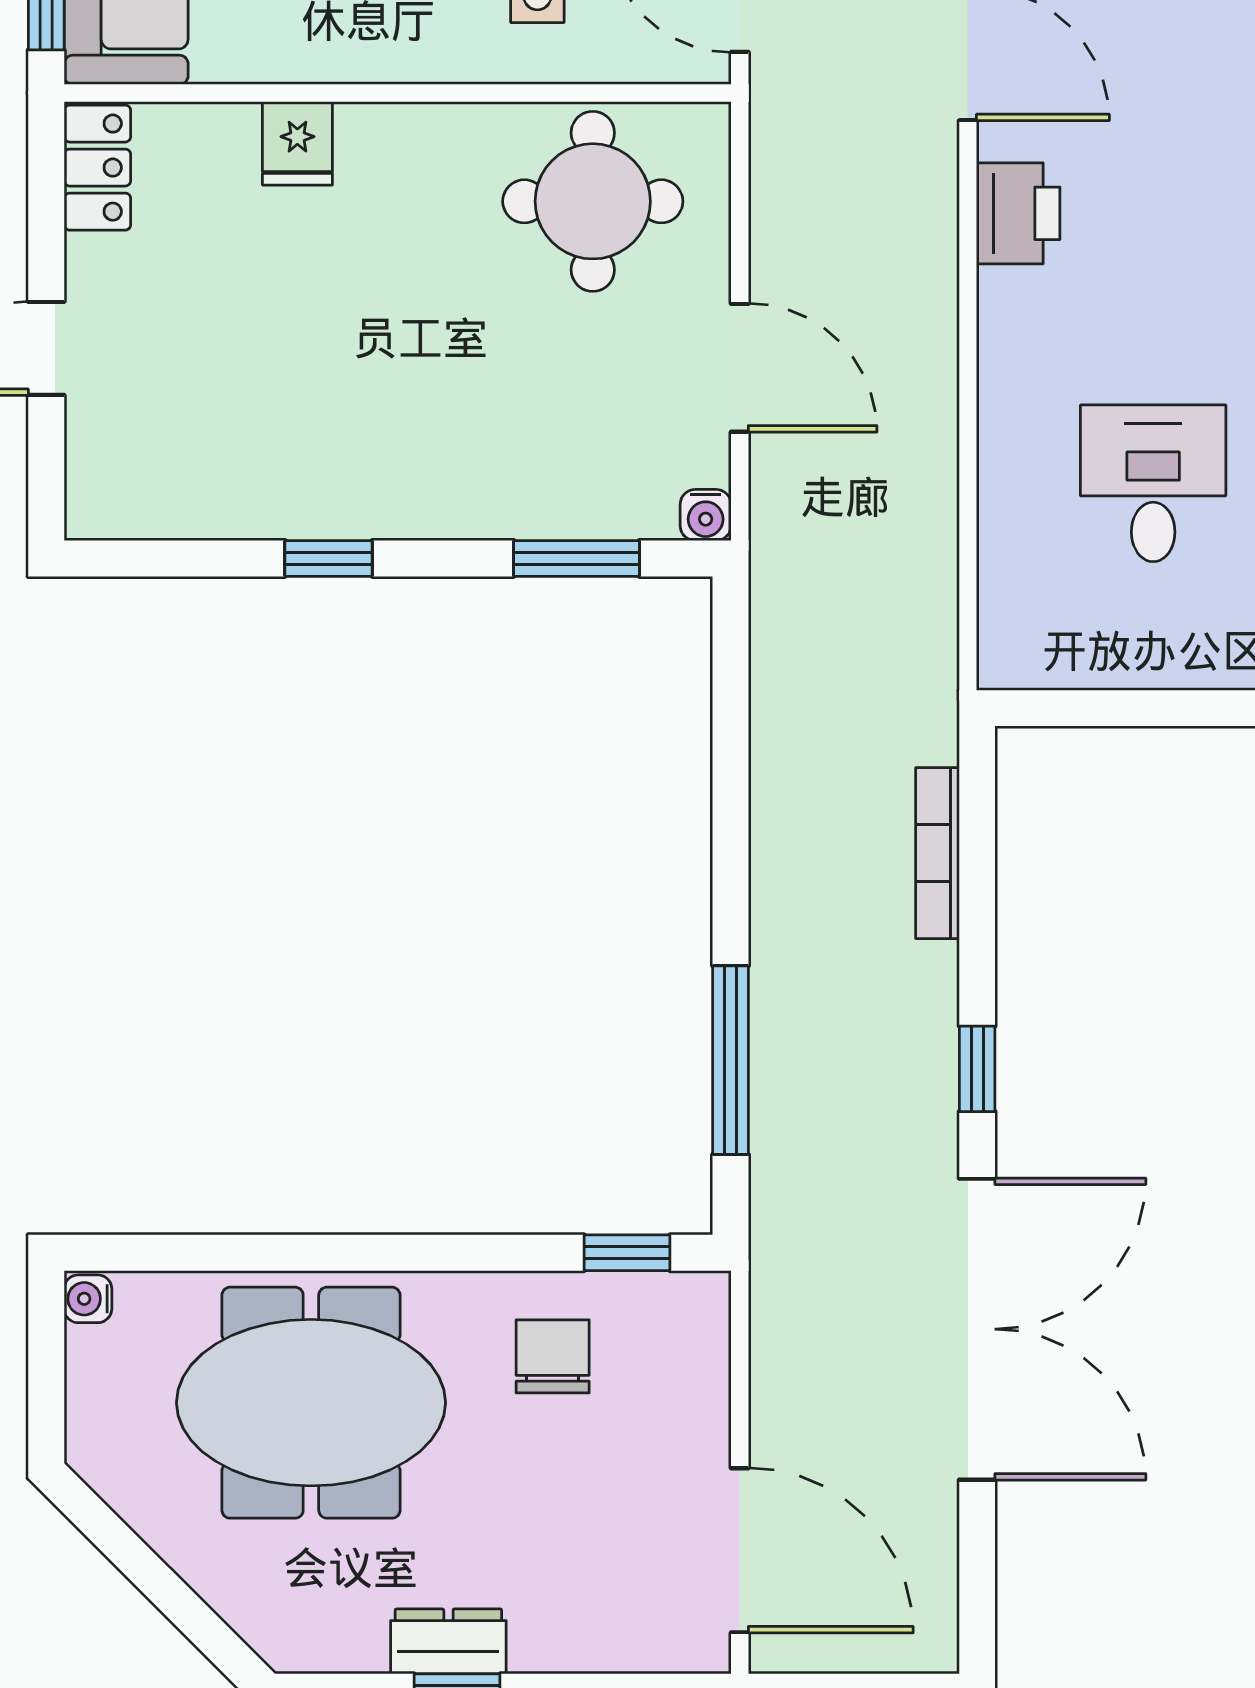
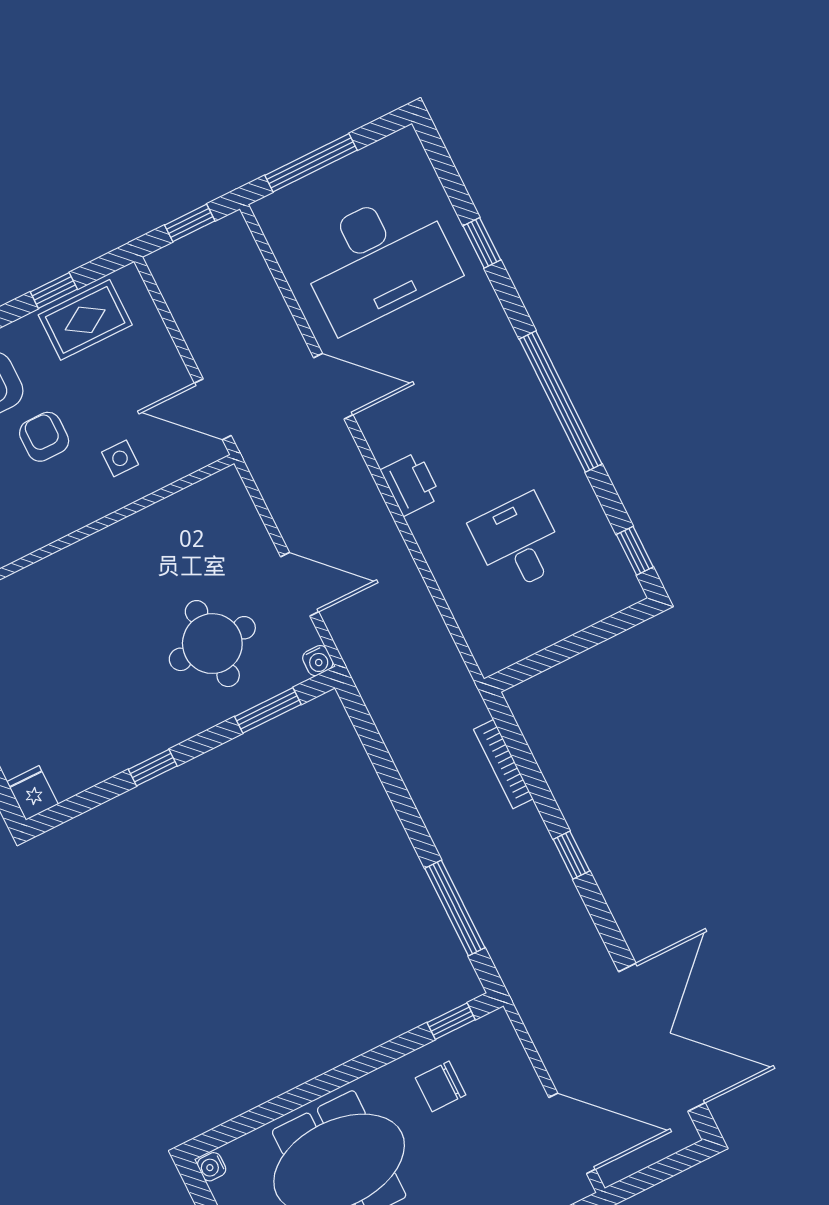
fridge: (297, 143) -> (32, 793), moved, turned 180
round table: (593, 201) -> (212, 644), moved
printer: (1018, 213) -> (411, 484), moved
double door: (977, 1329) -> (662, 1037), moved
chair: (553, 1356) -> (441, 1086), turned -90

